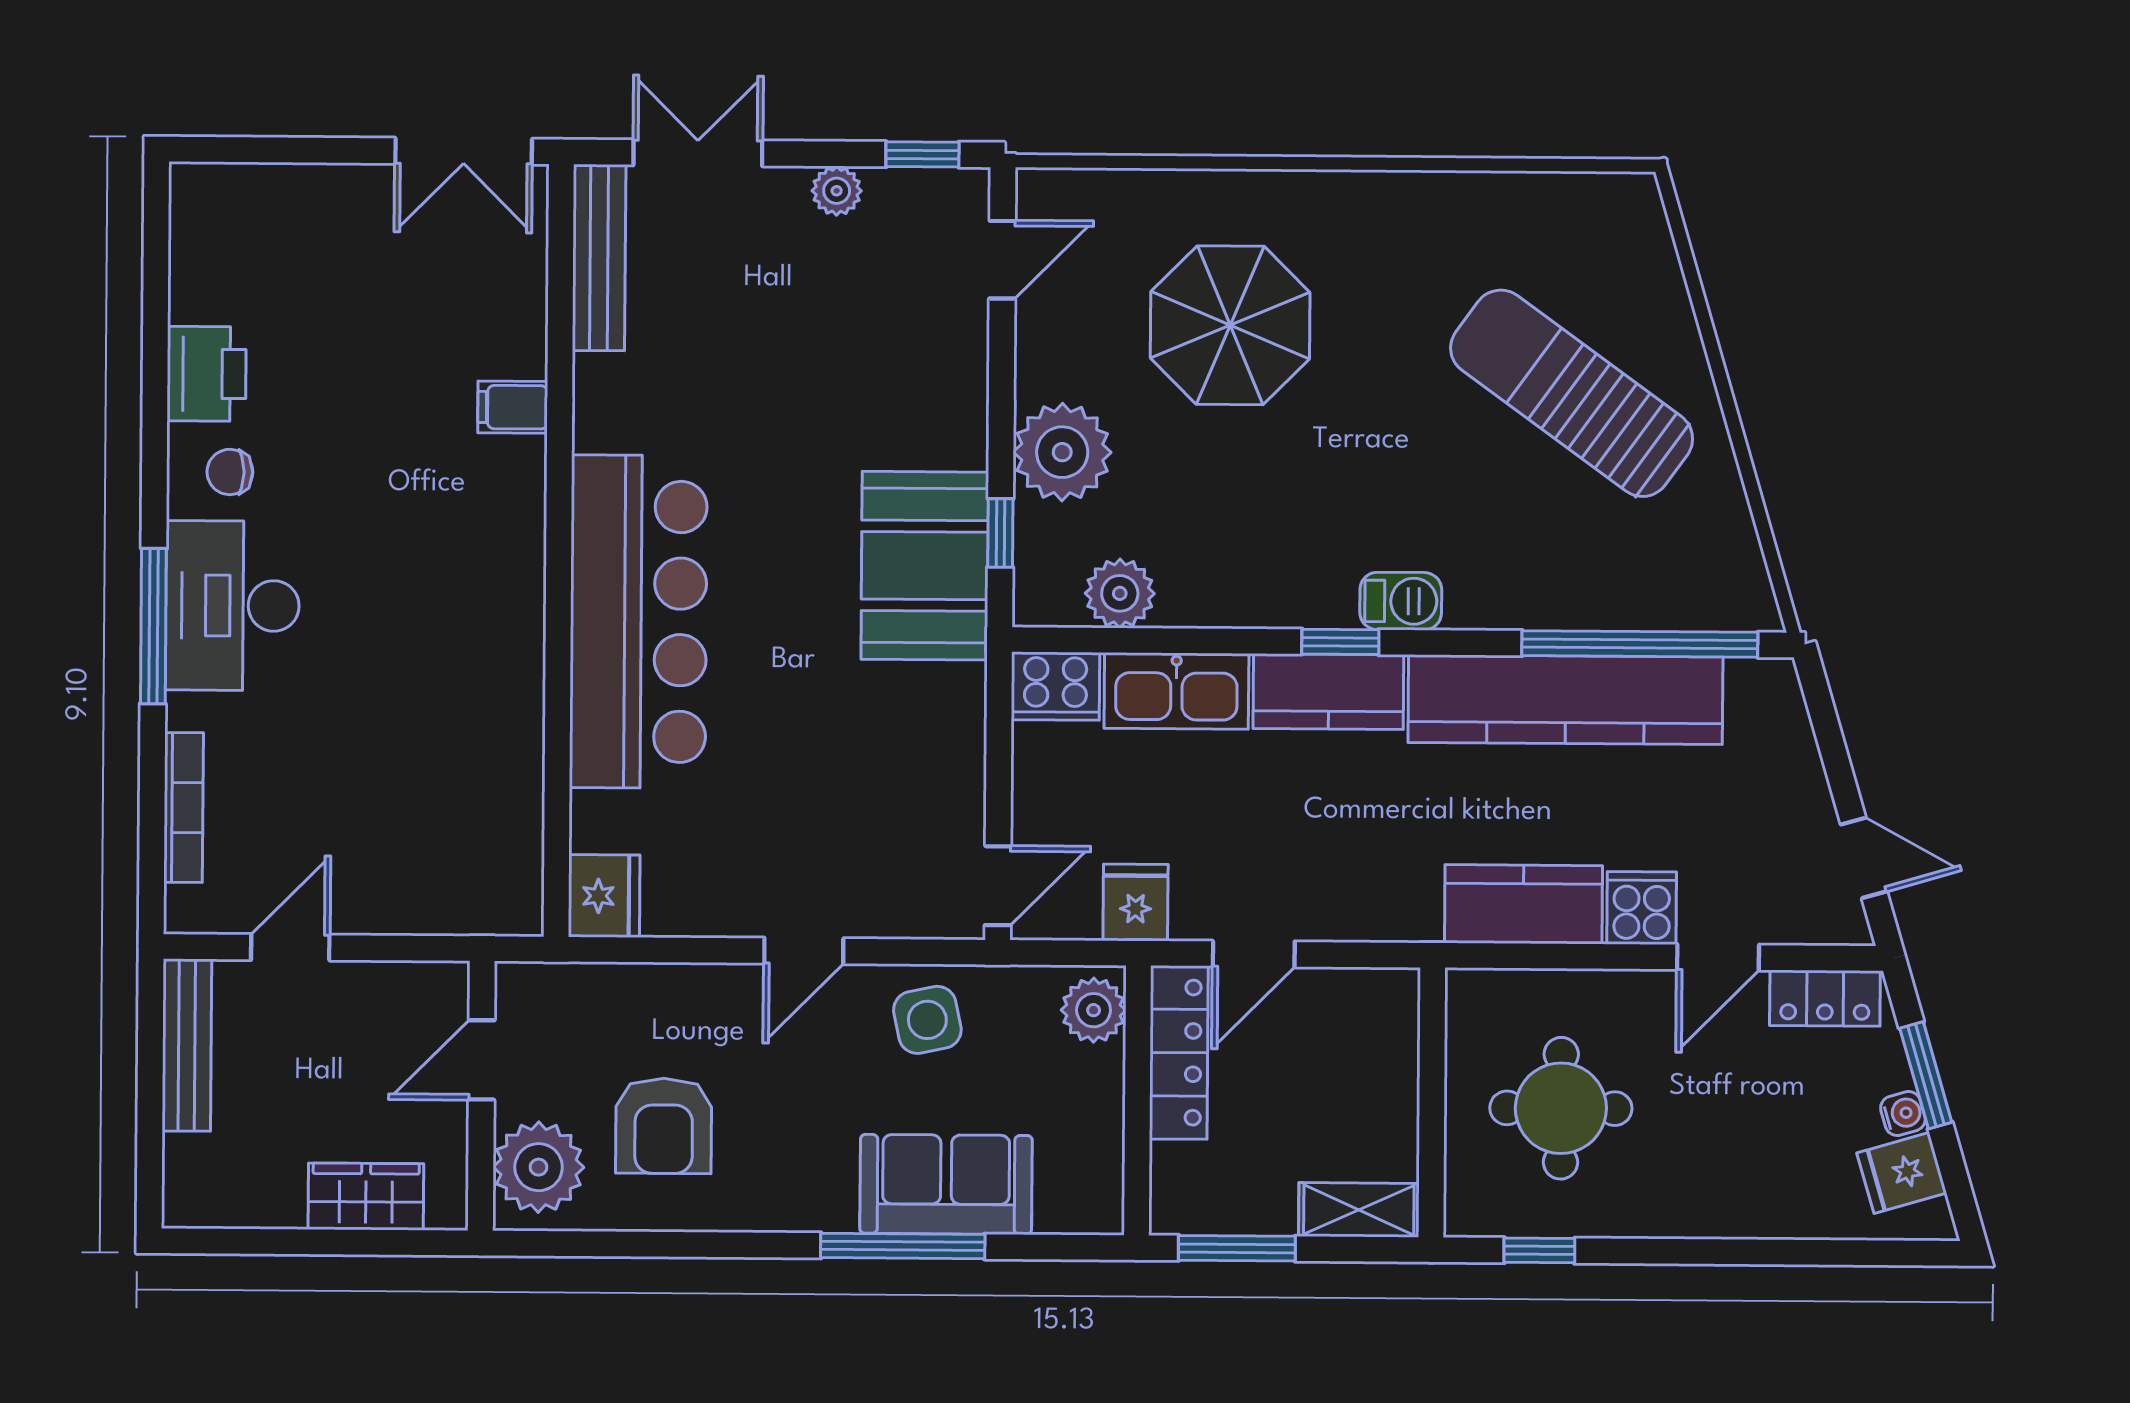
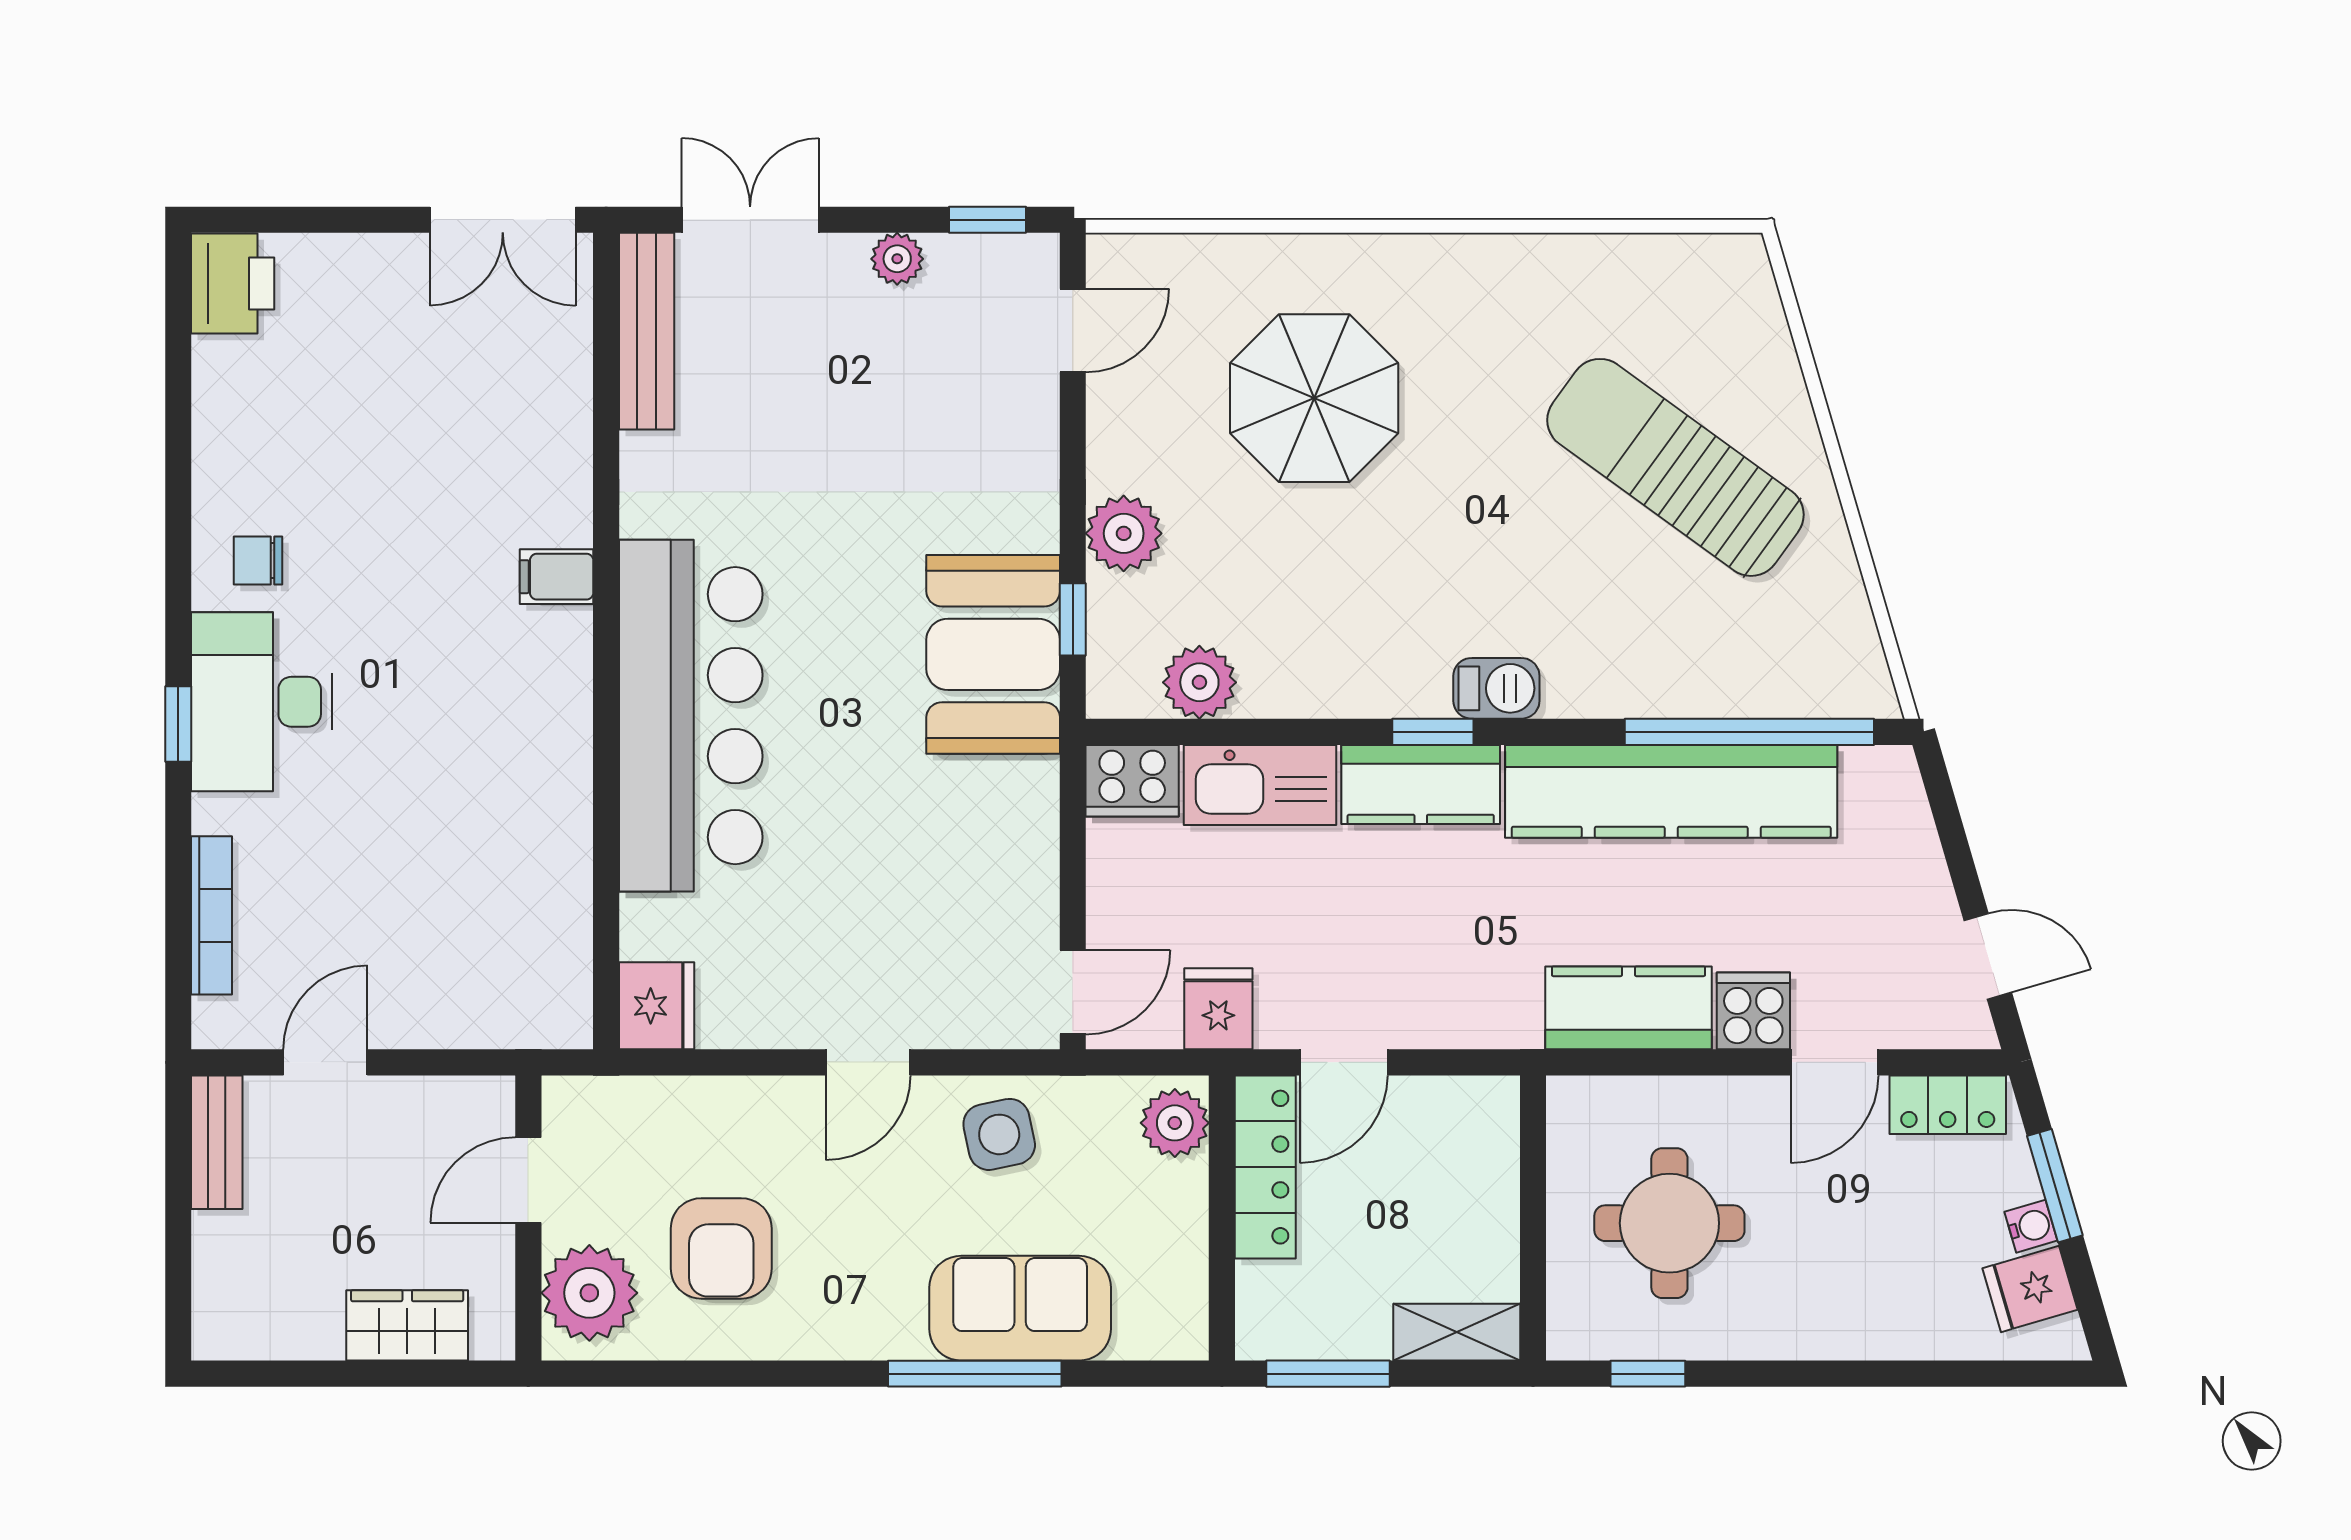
printer: (207, 374) -> (233, 284), moved
filing cabinet: (513, 407) -> (556, 577), moved
plant: (1062, 452) -> (1124, 533), width x0.73, depth x0.73
window: (153, 626) -> (178, 724), width x0.46
bench: (187, 1045) -> (217, 1142), width x0.73

